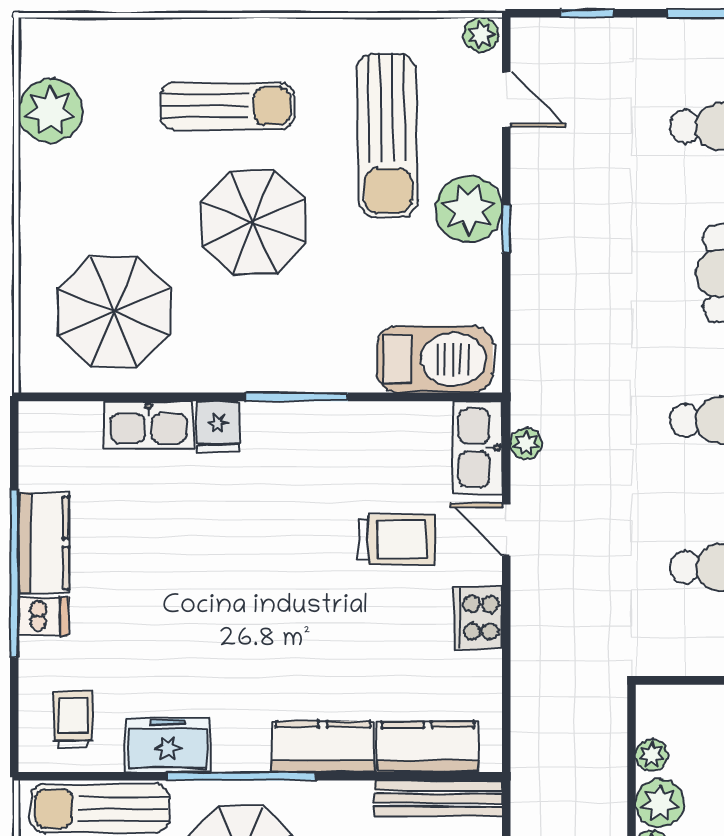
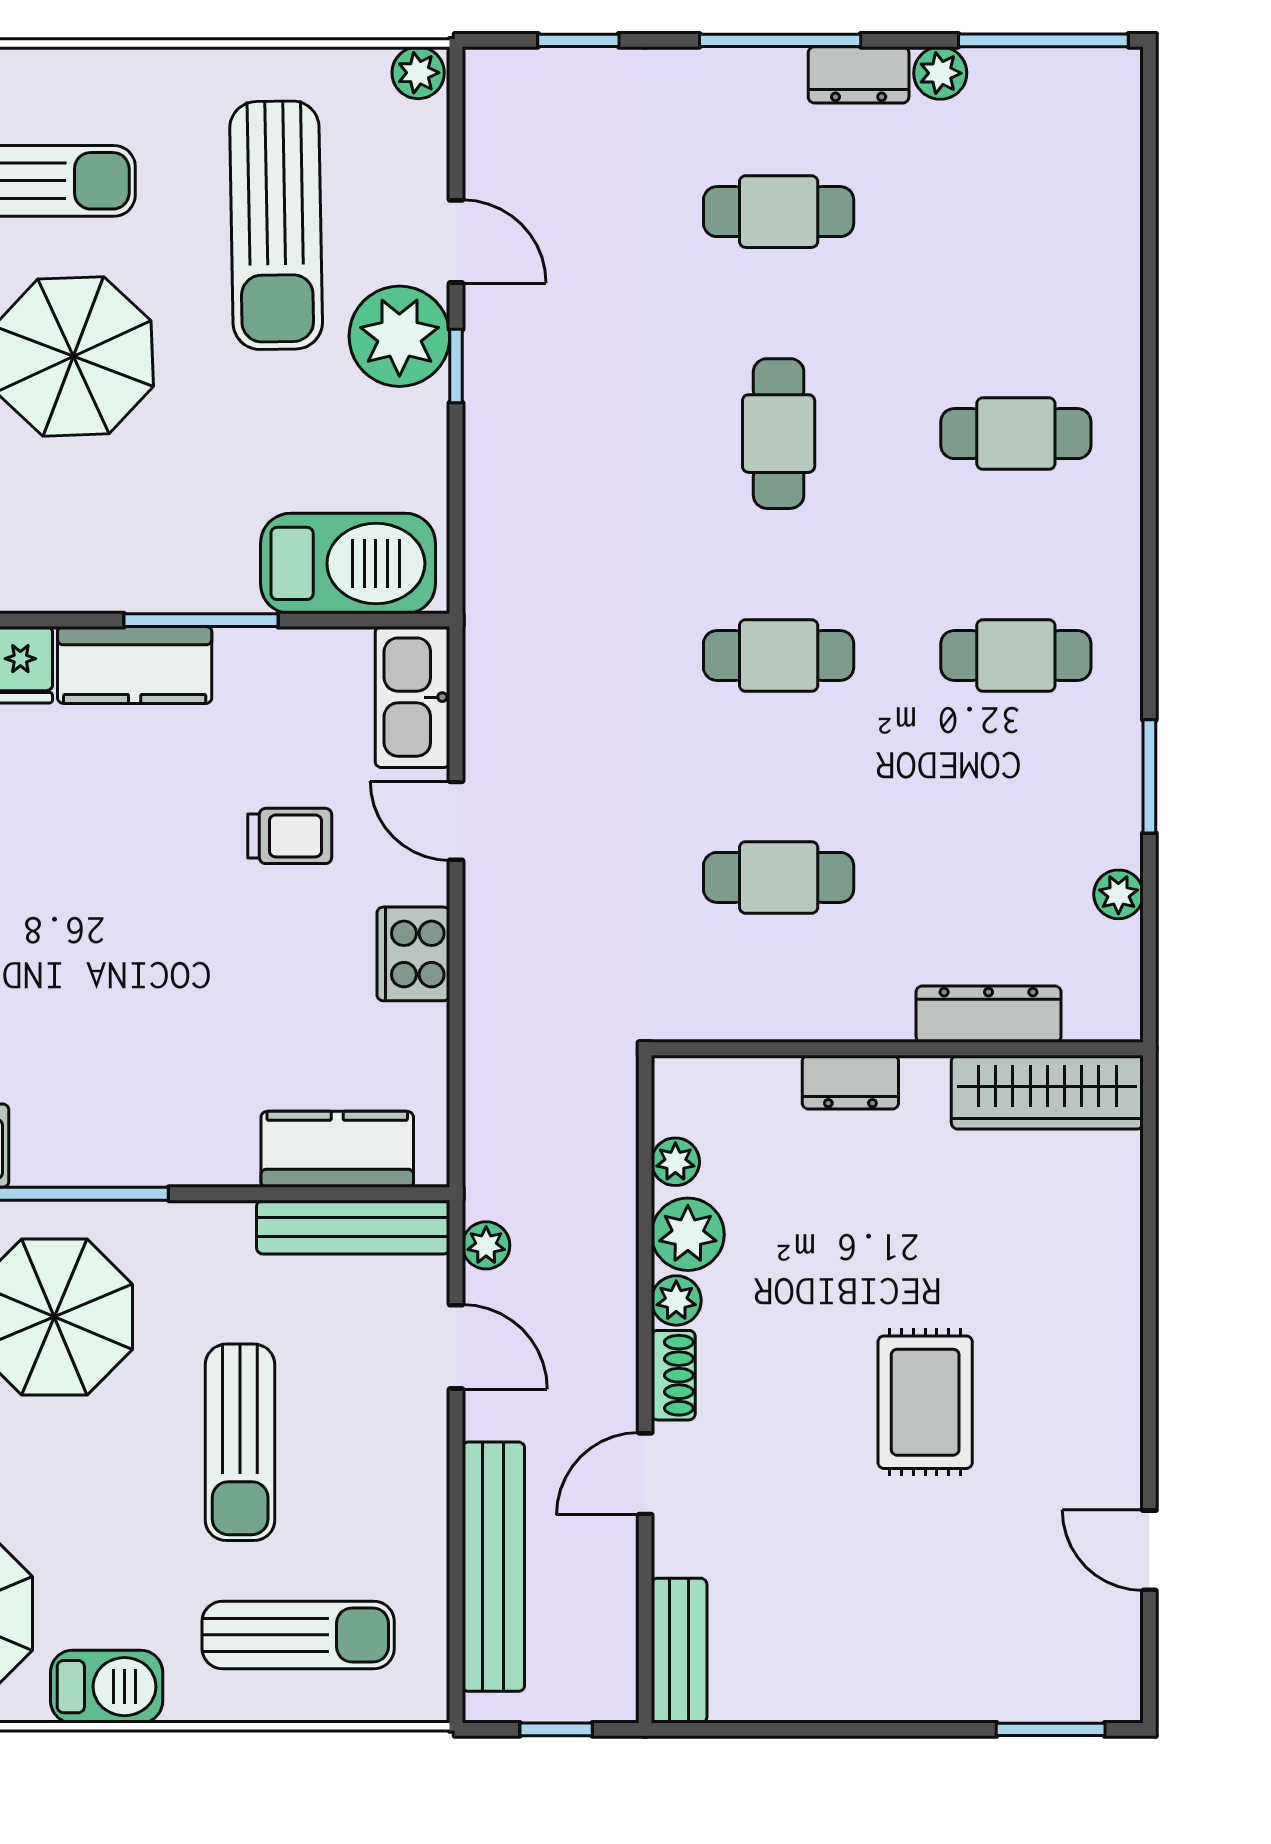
door: (506, 99) -> (456, 241), moved
window: (297, 397) -> (201, 620), moved
plant: (526, 444) -> (486, 1245), moved
trolley: (396, 540) -> (290, 836), width x0.73, depth x0.72
kitchen counter: (323, 747) -> (135, 665), moved, turned 180

